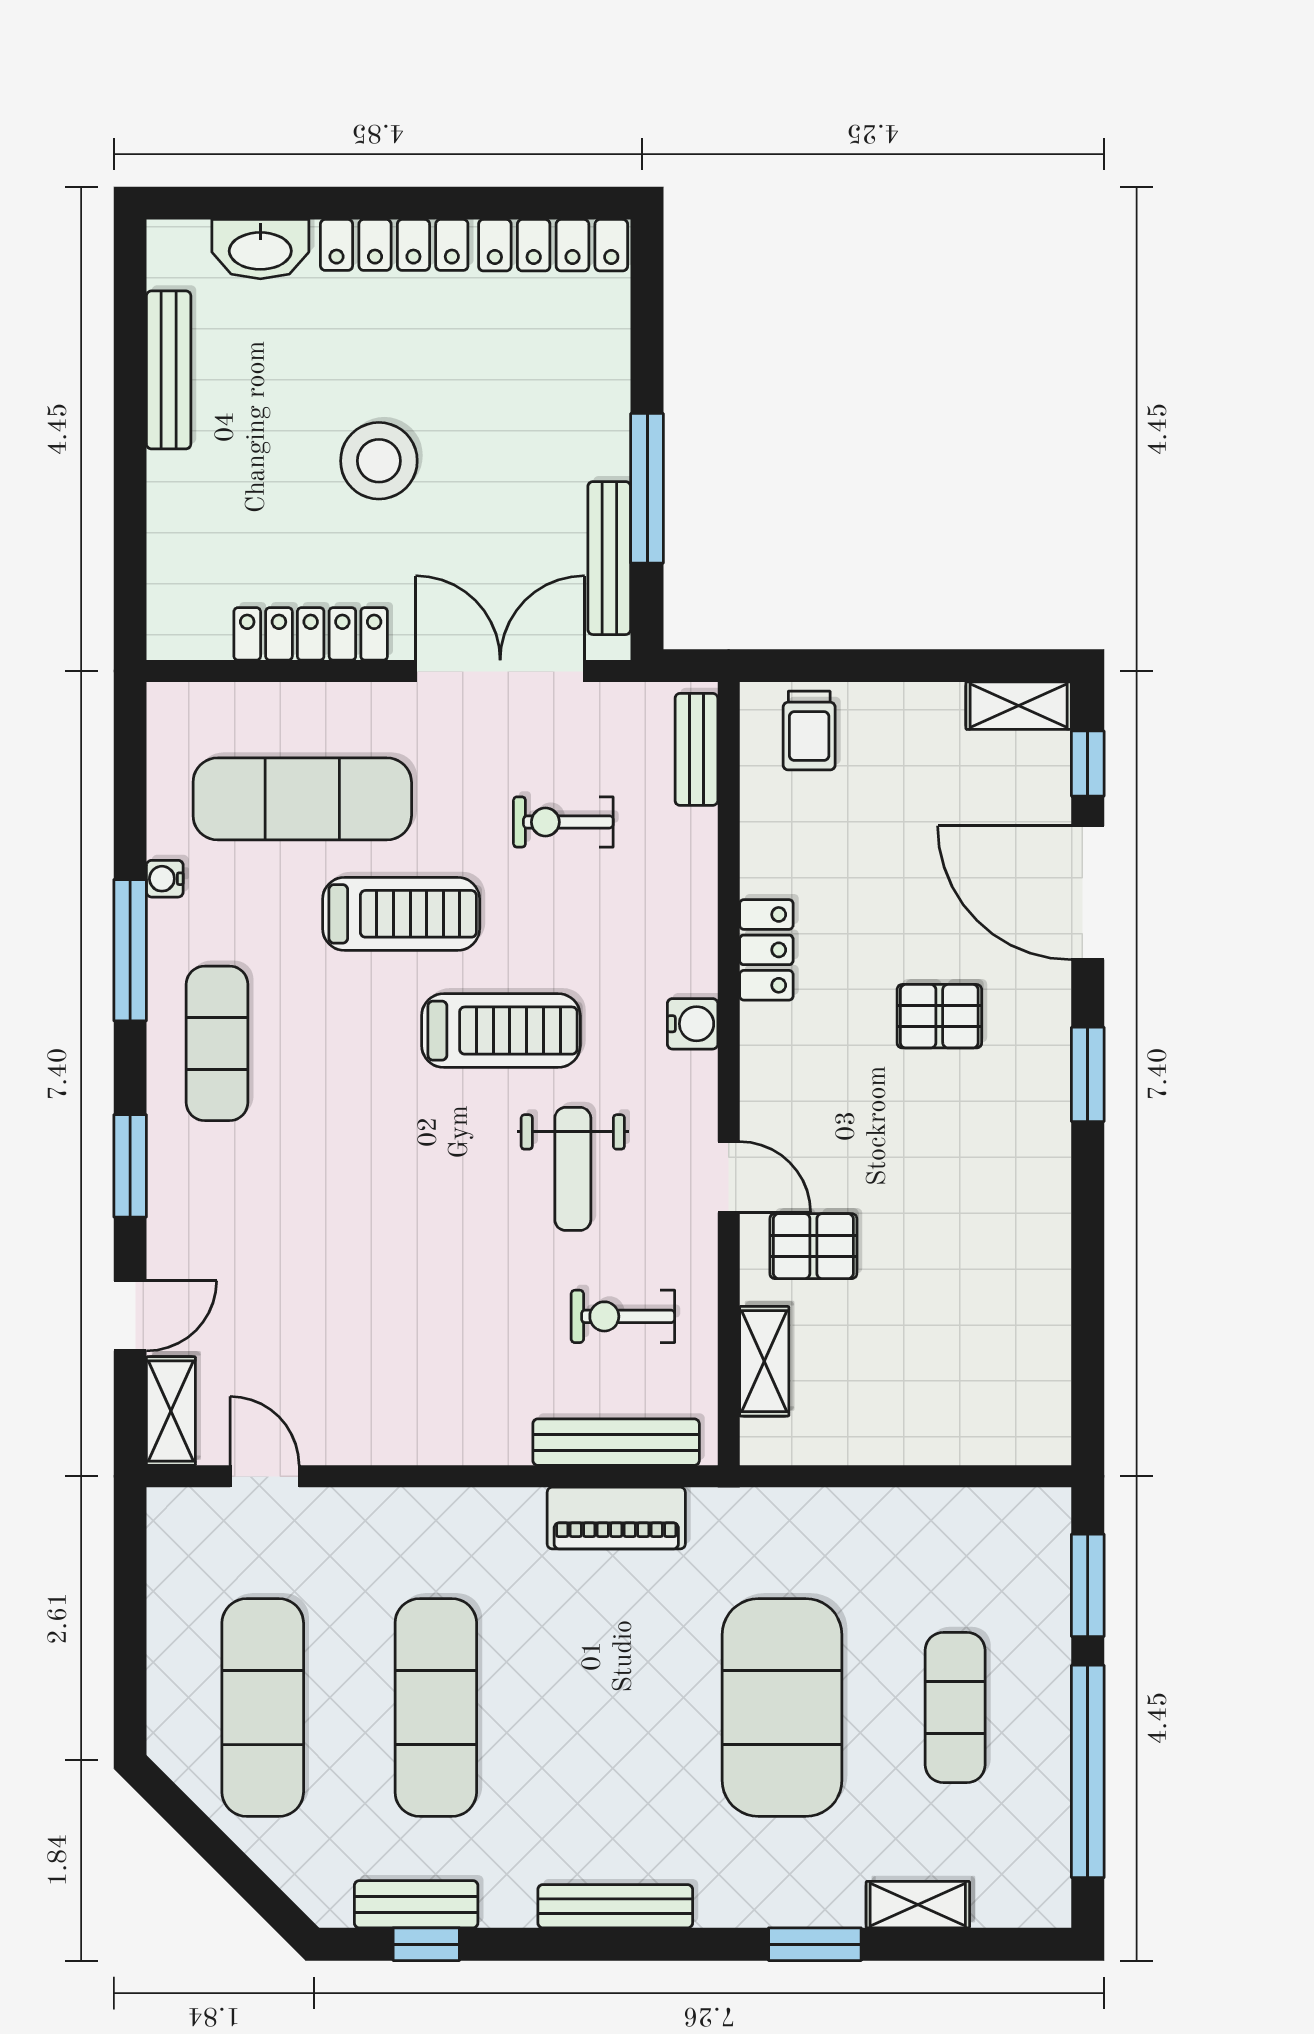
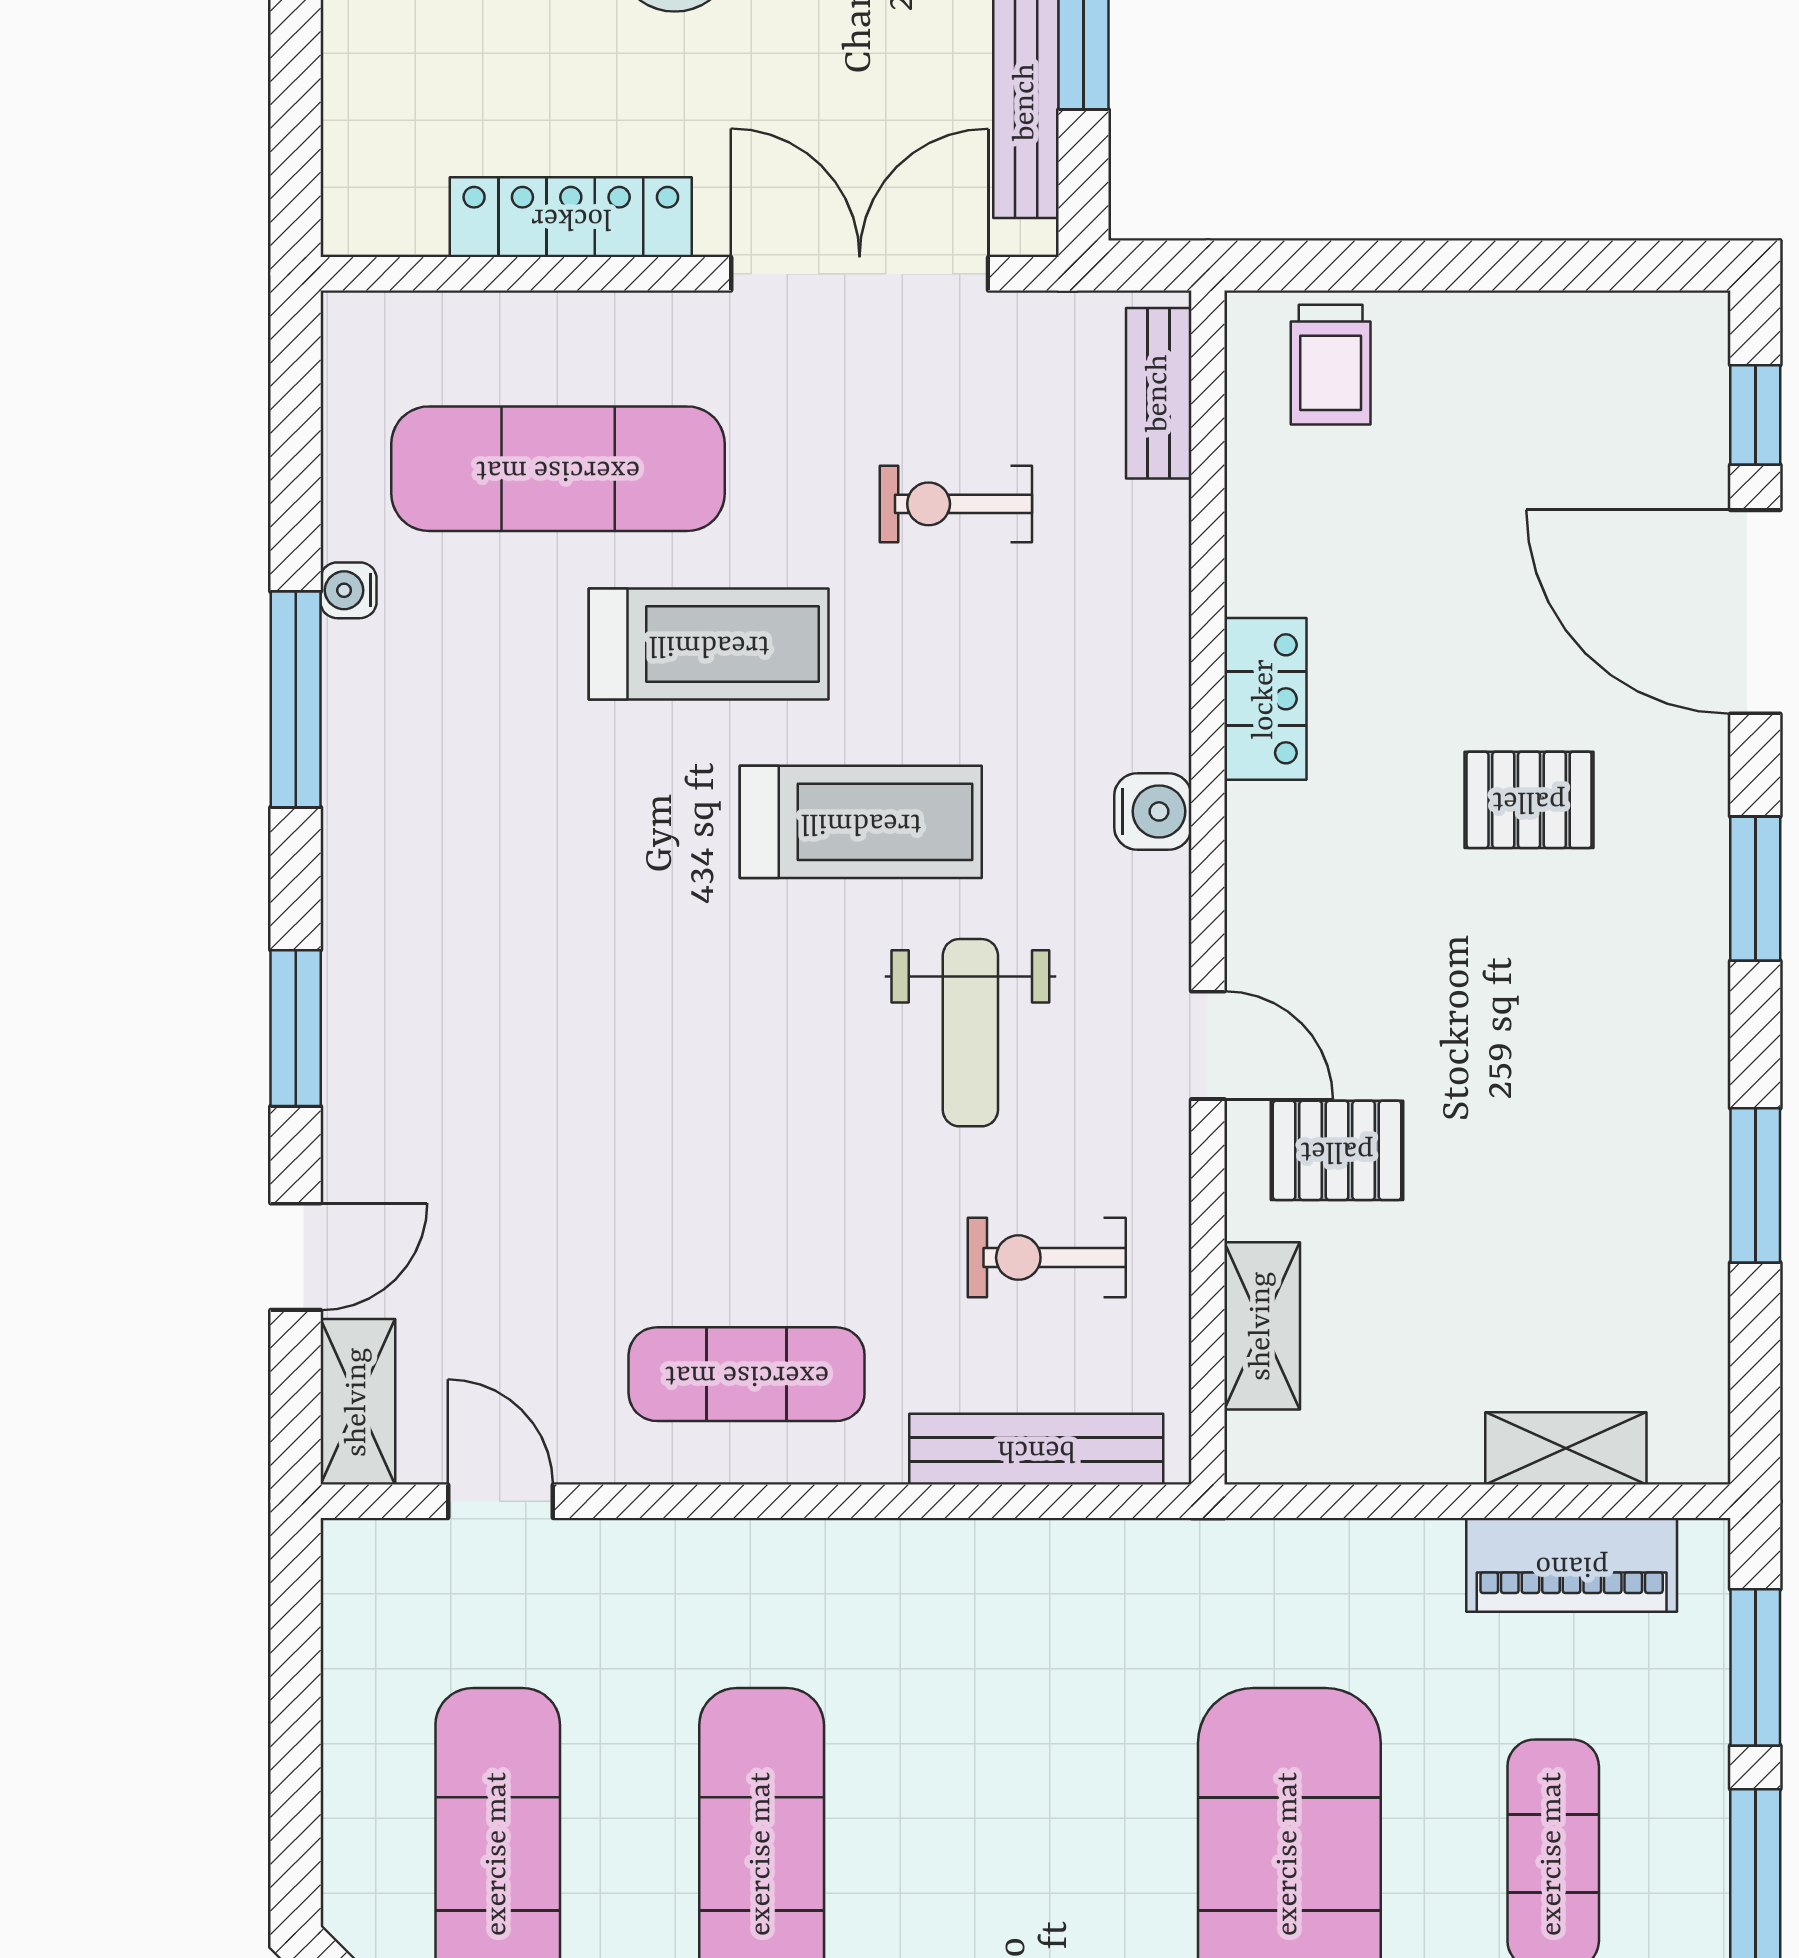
shelving: (1019, 706) -> (1566, 1448), moved
exercise mat: (217, 1043) -> (747, 1374), moved, turned 90
window: (1088, 1269) -> (1755, 1185), added
piano: (616, 1518) -> (1572, 1565), moved

